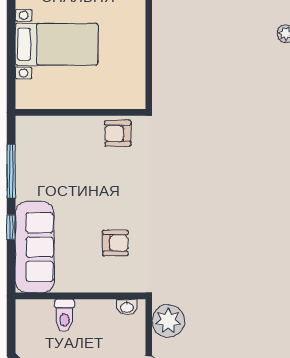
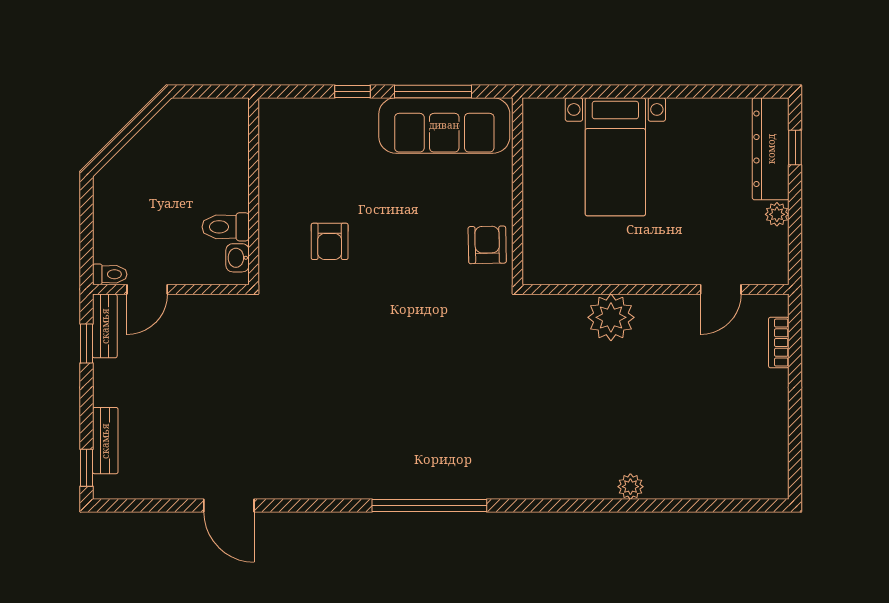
sofa: (35, 247) -> (444, 125), moved
toilet: (65, 315) -> (226, 227), moved
plant: (168, 321) -> (611, 317), moved

